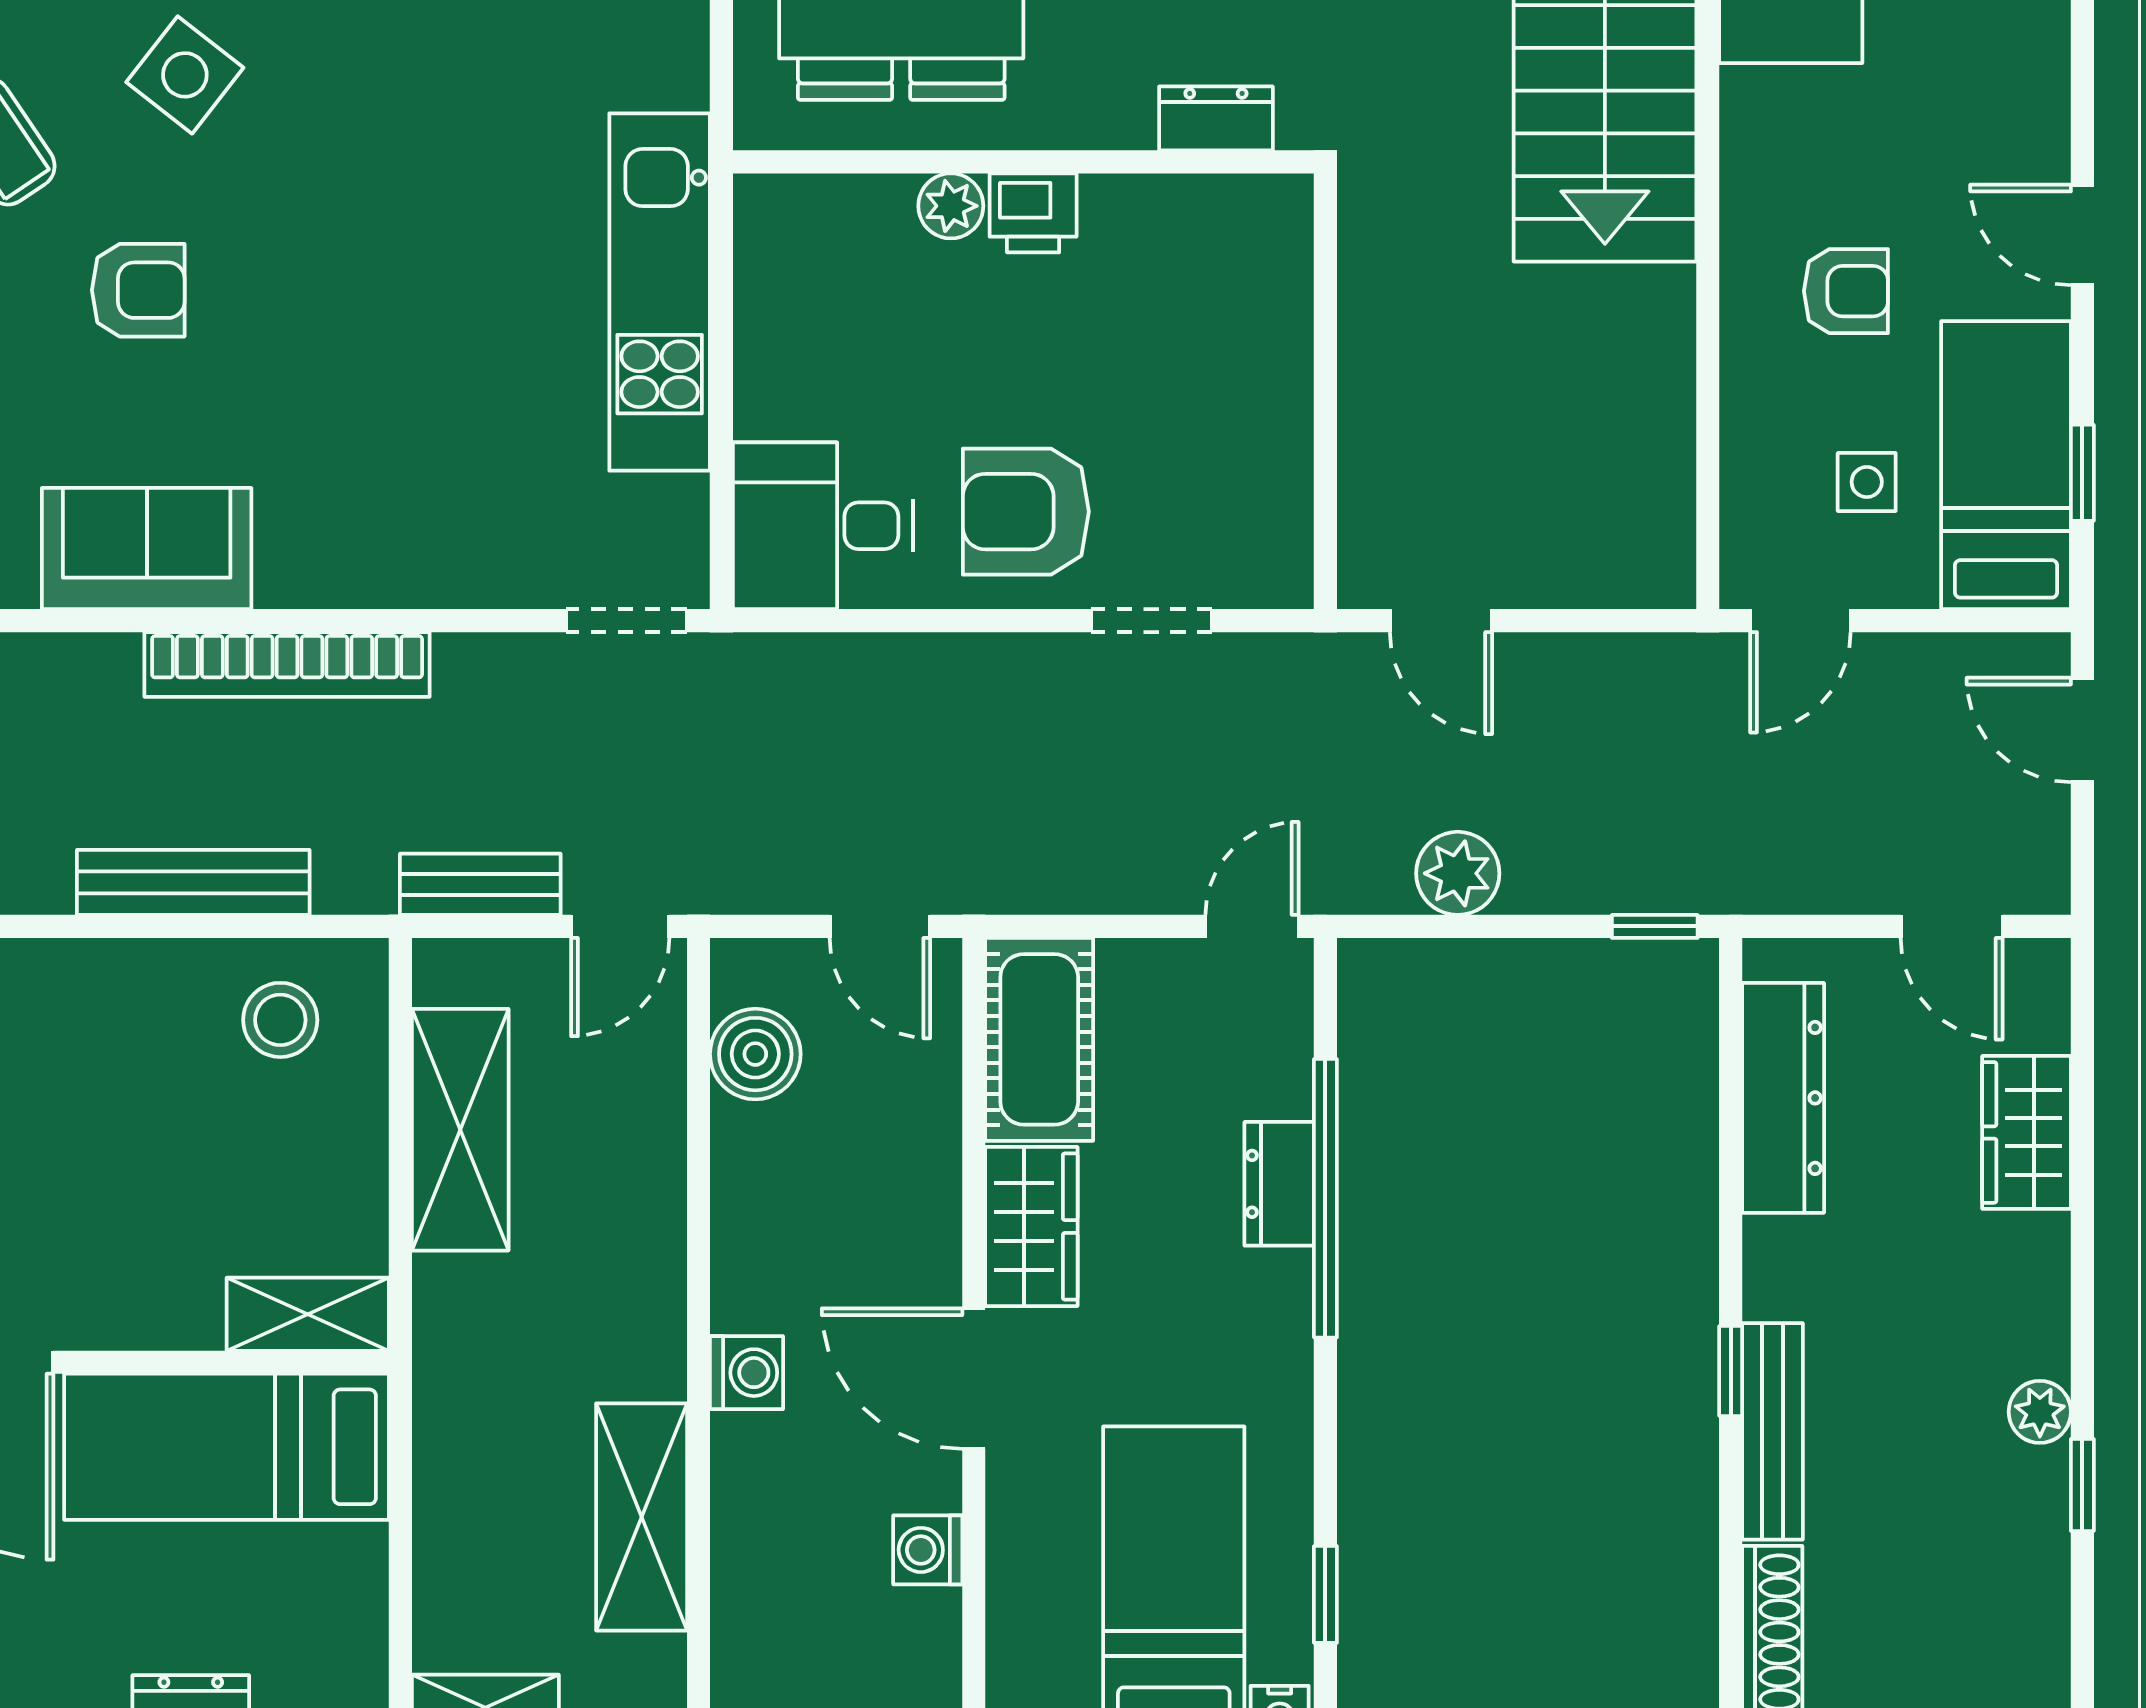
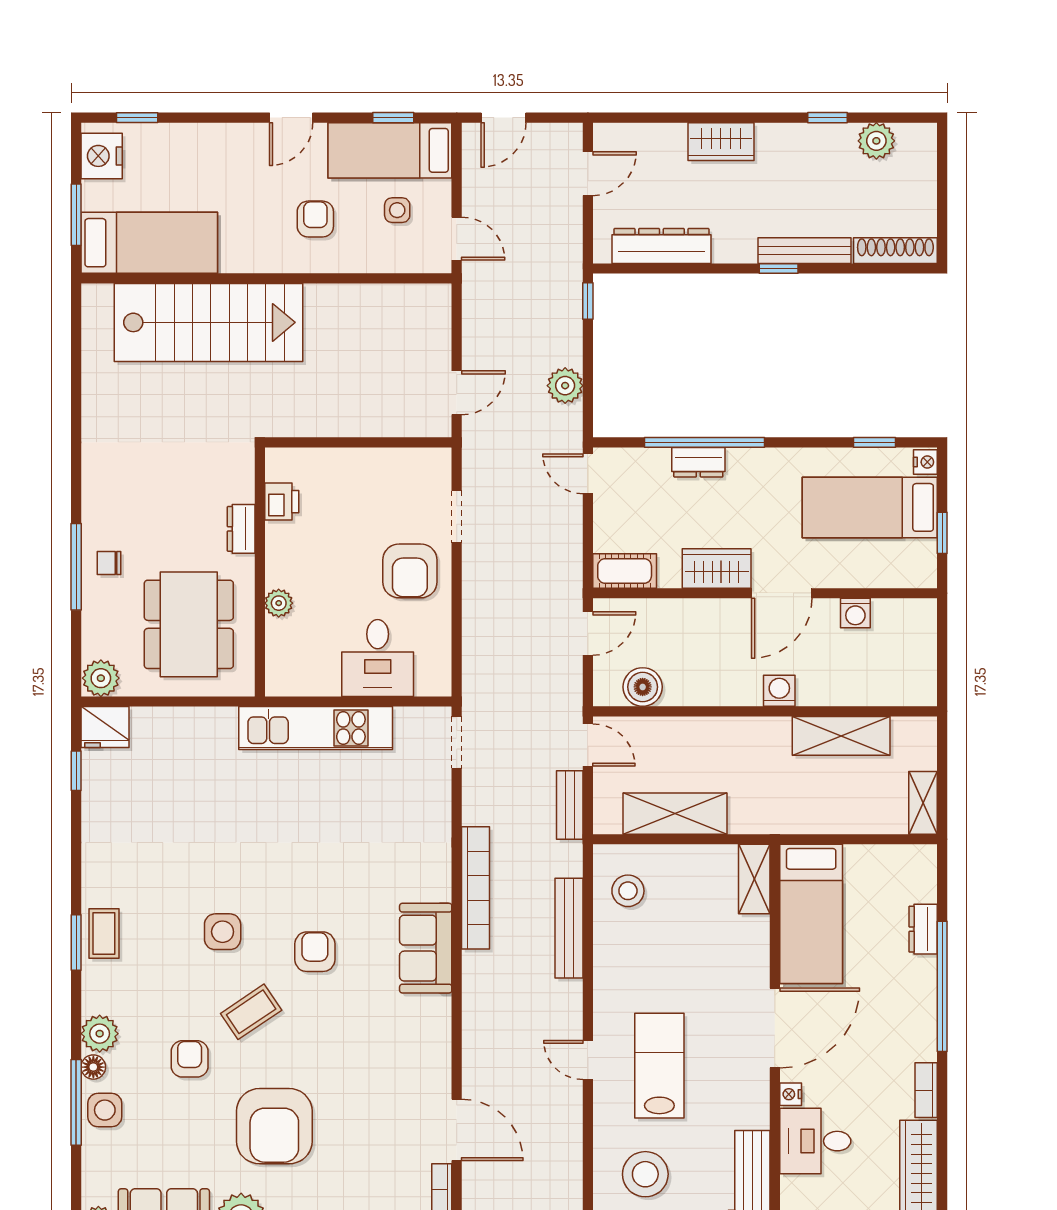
side table: (185, 75) -> (223, 932), turned -38
dresser: (1216, 118) -> (241, 529), moved
printer: (1033, 213) -> (282, 502), moved
desk: (823, 526) -> (378, 658), moved
cot: (1039, 1039) -> (625, 571), width x0.73, depth x0.75
wardrobe: (2027, 1132) -> (721, 142), moved
plant: (2040, 1412) -> (876, 141), moved, width x1.38, depth x1.38

